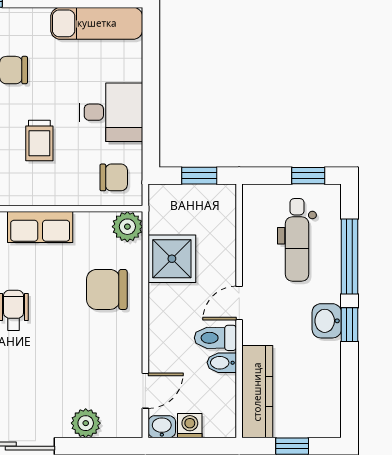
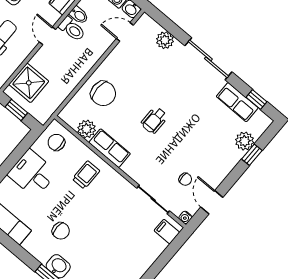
trolley: (39, 140) -> (86, 175), moved
plant: (127, 227) -> (87, 129), moved
shower: (172, 259) -> (29, 83), moved
door: (239, 303) -> (48, 36), swing flipped

